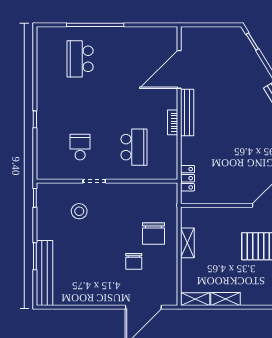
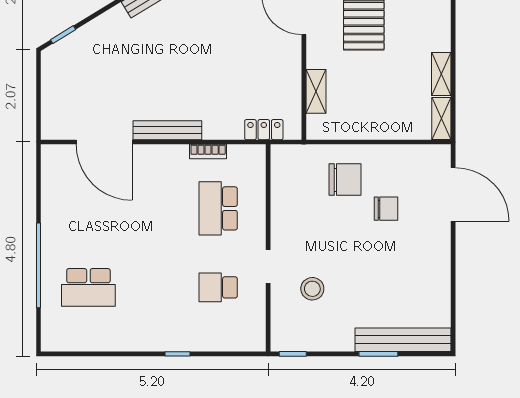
bookcase: (173, 122) -> (208, 152), moved
school desk: (134, 147) -> (218, 208), turned -90
shelving: (187, 243) -> (316, 91), moved, turned 90

